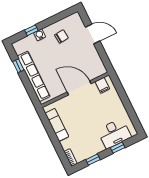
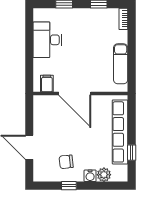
window: (31, 30) -> (69, 186), moved
plant: (30, 40) -> (104, 175), added
desk: (114, 133) -> (47, 40), moved, turned -90

